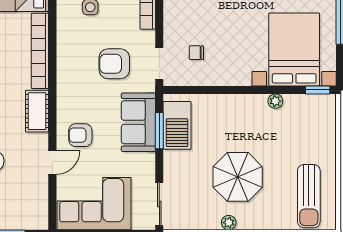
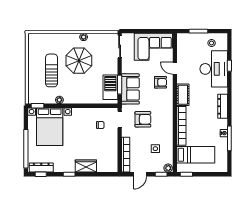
door: (52, 162) -> (175, 68), hinge flipped
sun lounger: (309, 196) -> (52, 70), moved

